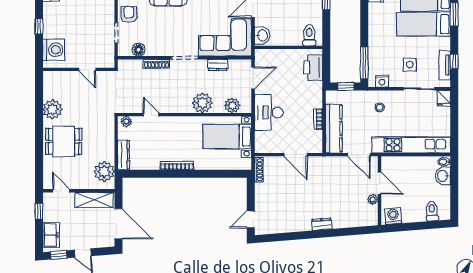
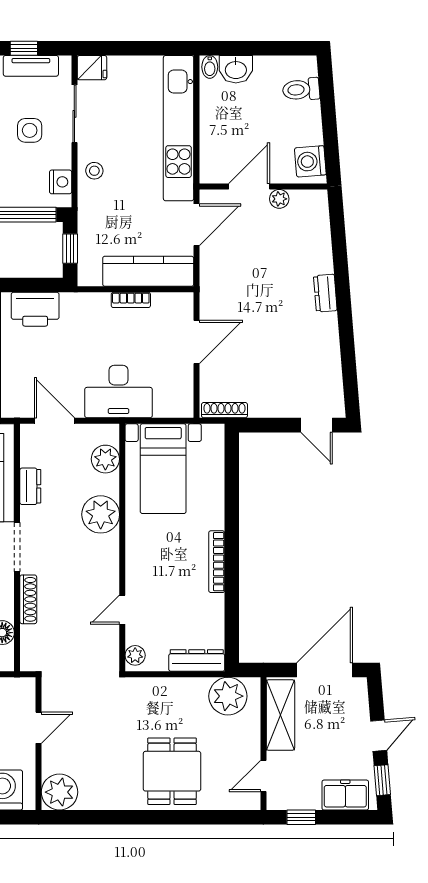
stool: (380, 107) -> (94, 171), moved
plant: (53, 109) -> (60, 792), moved

